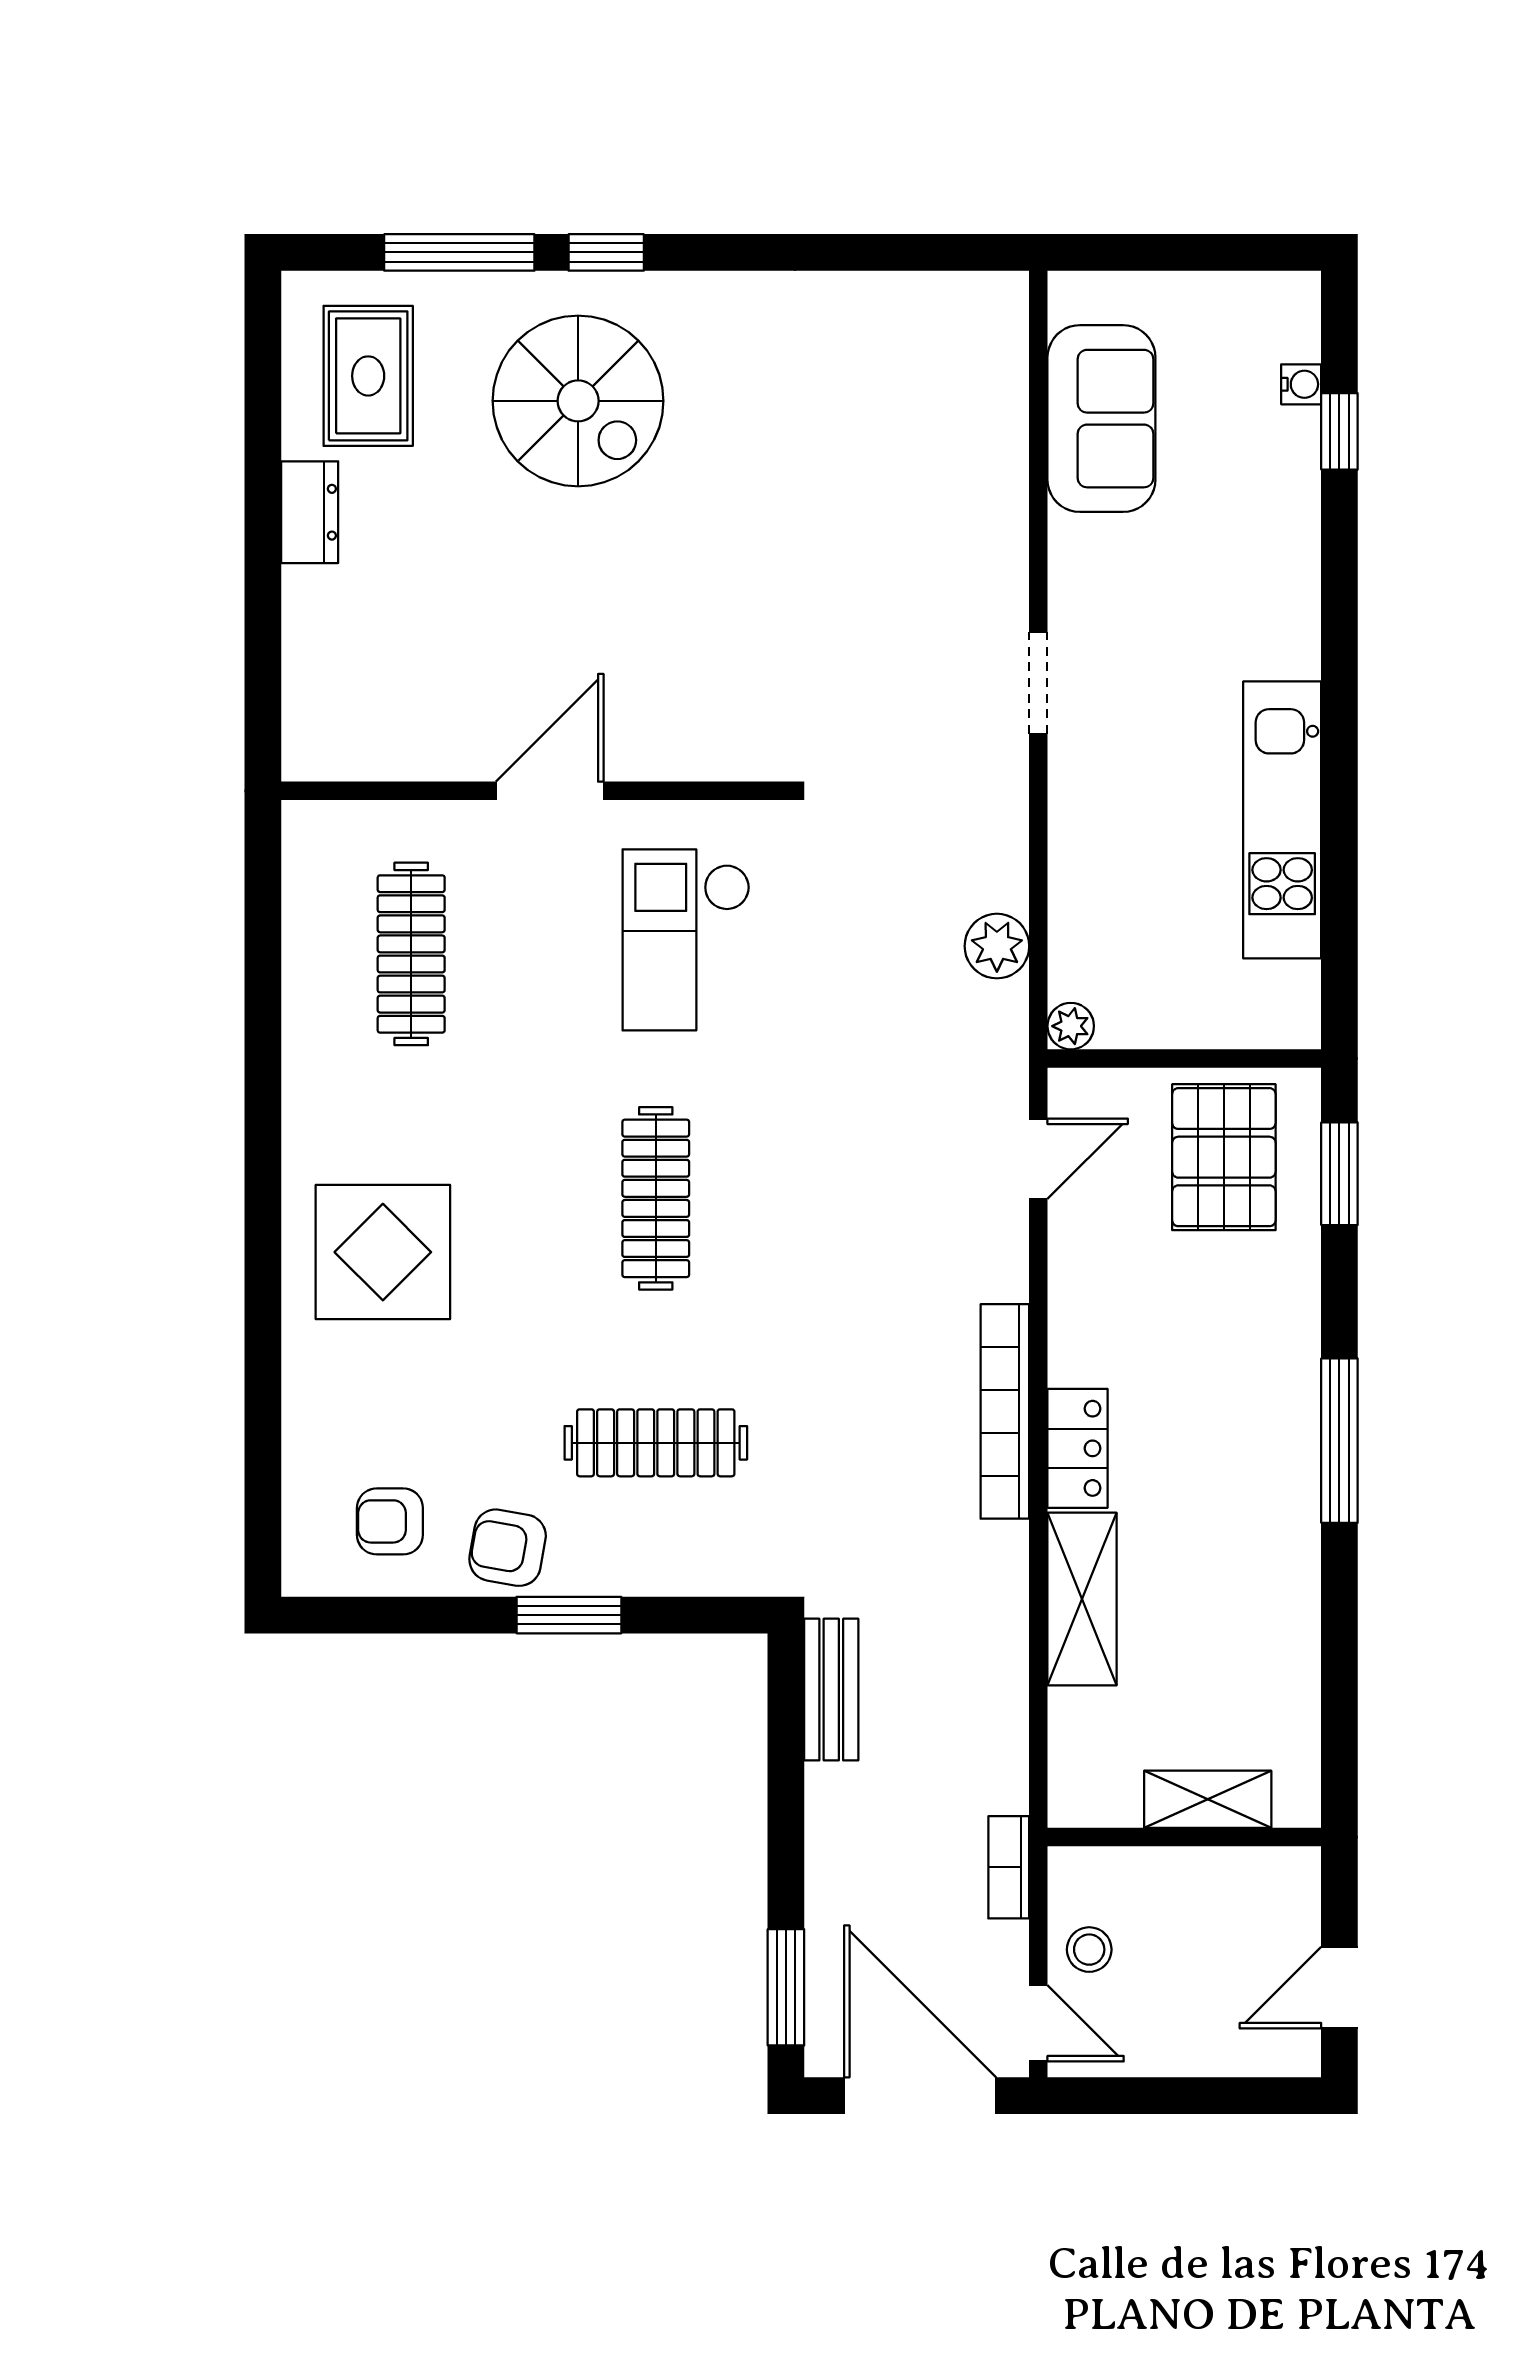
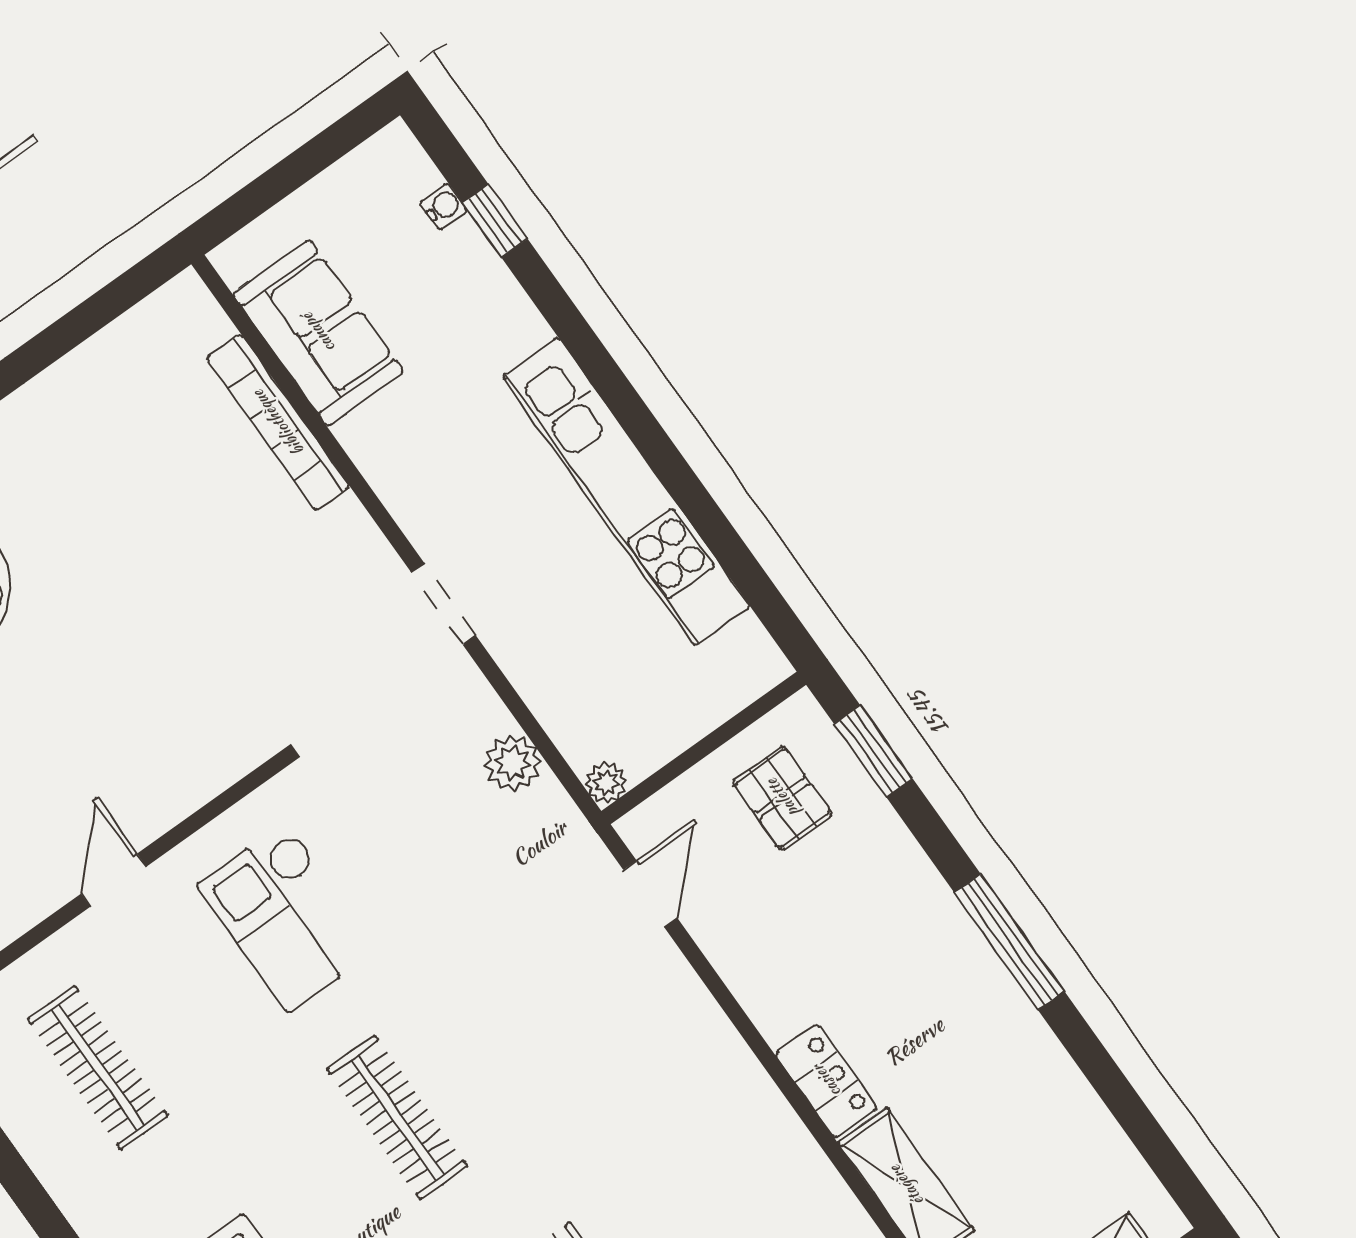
doorway: (1038, 683) -> (444, 604), moved
door: (550, 791) -> (114, 880), width x0.73
kitchen unit: (1282, 820) -> (626, 492), width x1.36
pallet: (1224, 1157) -> (782, 798), width x0.67, depth x0.71
bookcase: (1005, 1411) -> (278, 423), moved

